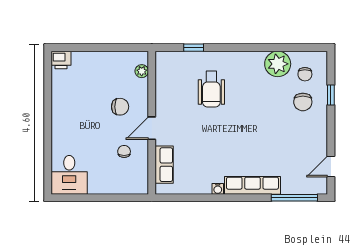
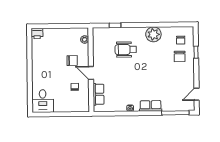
plant: (278, 64) -> (153, 34), moved
wheelchair: (211, 89) -> (126, 50), turned 90
door: (152, 128) -> (91, 73), hinge flipped
row of seats: (252, 185) -> (151, 106), width x0.68

